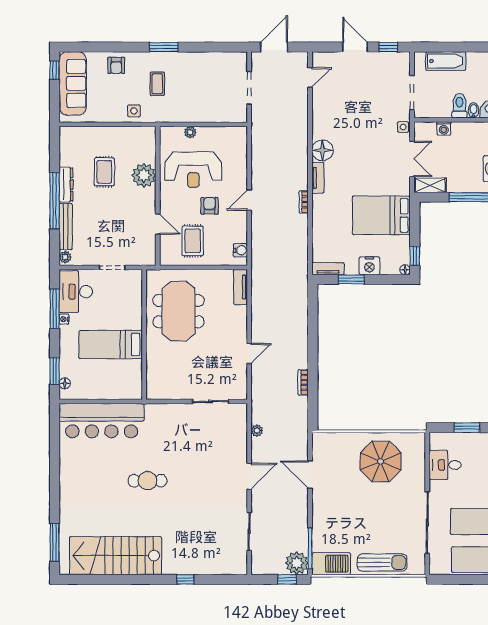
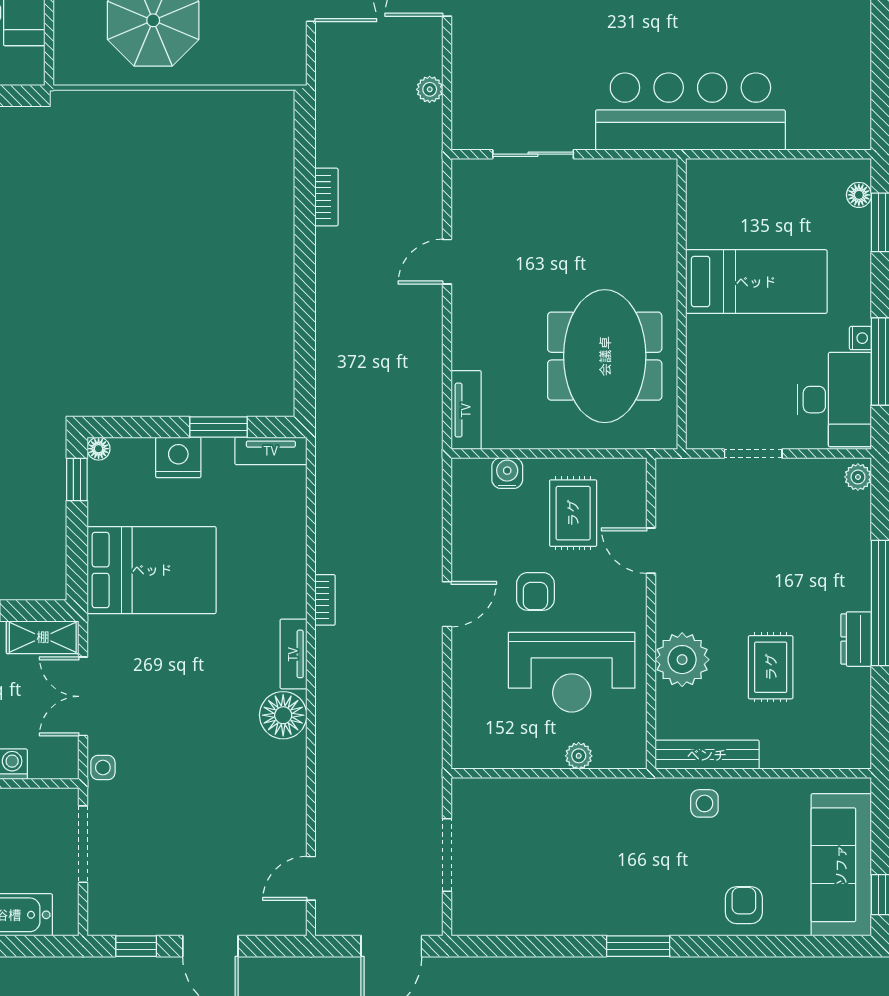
coffee table: (157, 84) -> (652, 864), removed
reception desk: (193, 170) -> (572, 672), turned 180
dresser: (66, 184) -> (856, 639), width x0.70
bench: (66, 227) -> (707, 755), moved, turned 90
water cooler: (240, 250) -> (507, 473), moved, turned 90
bar counter: (102, 421) -> (690, 112), moved

